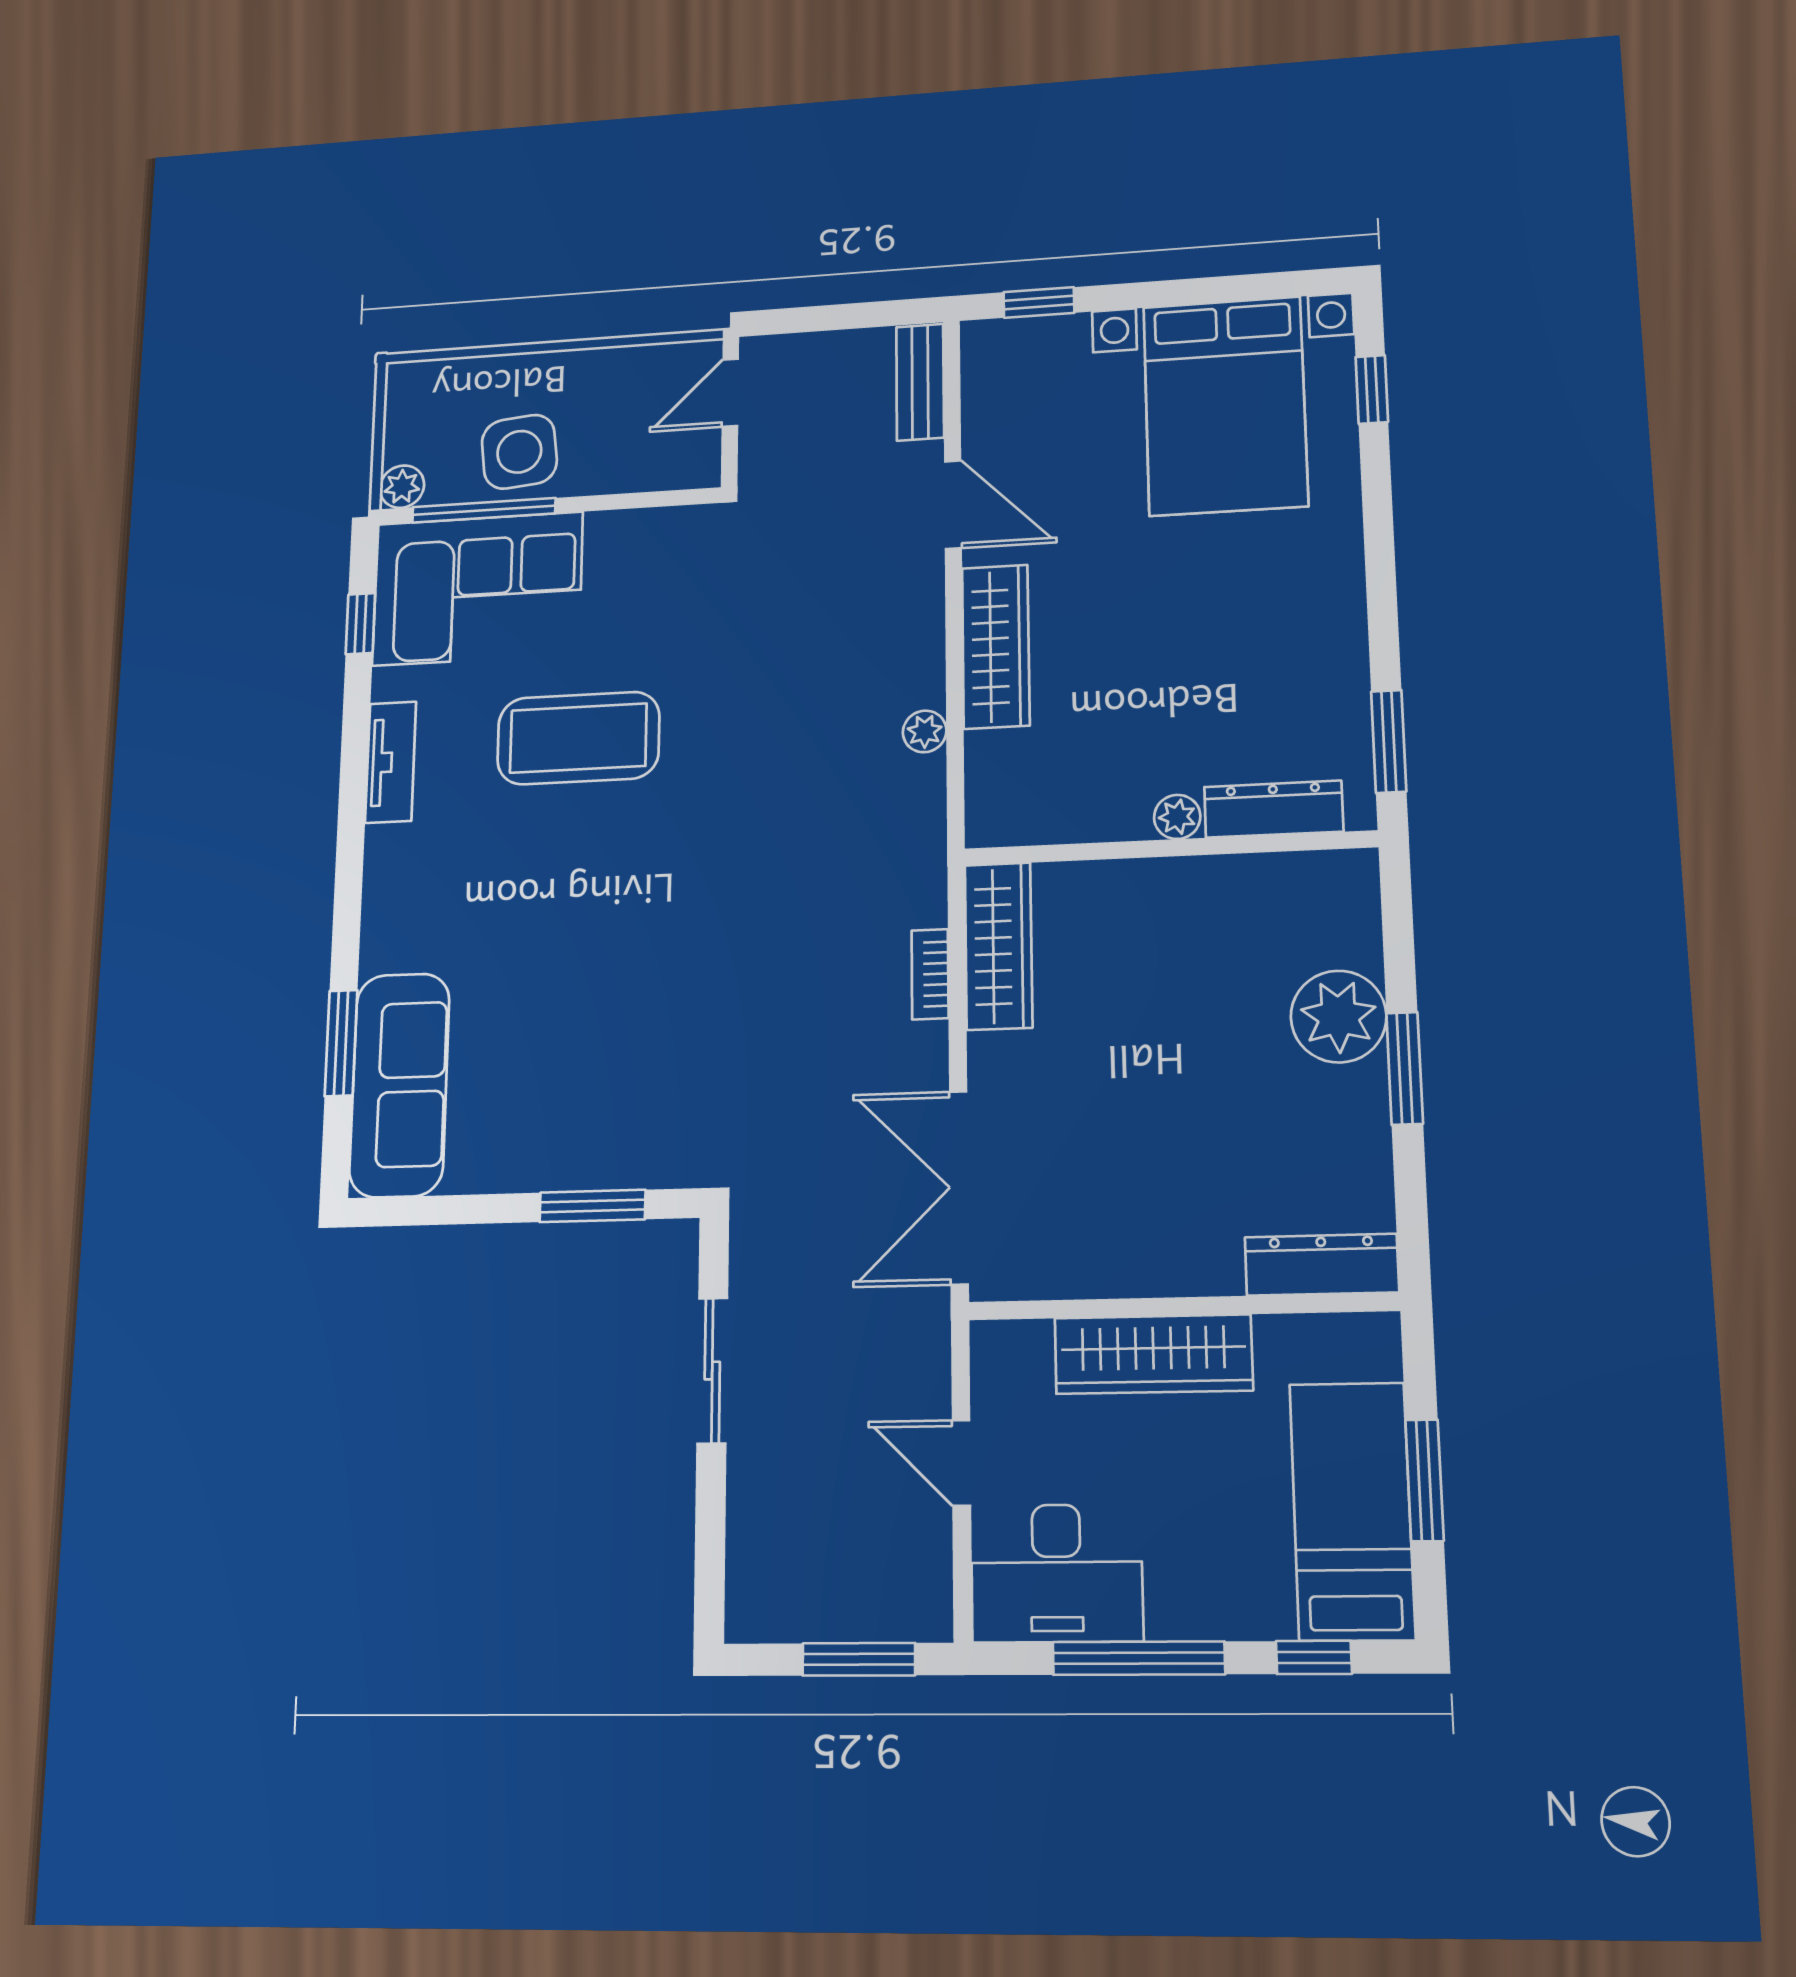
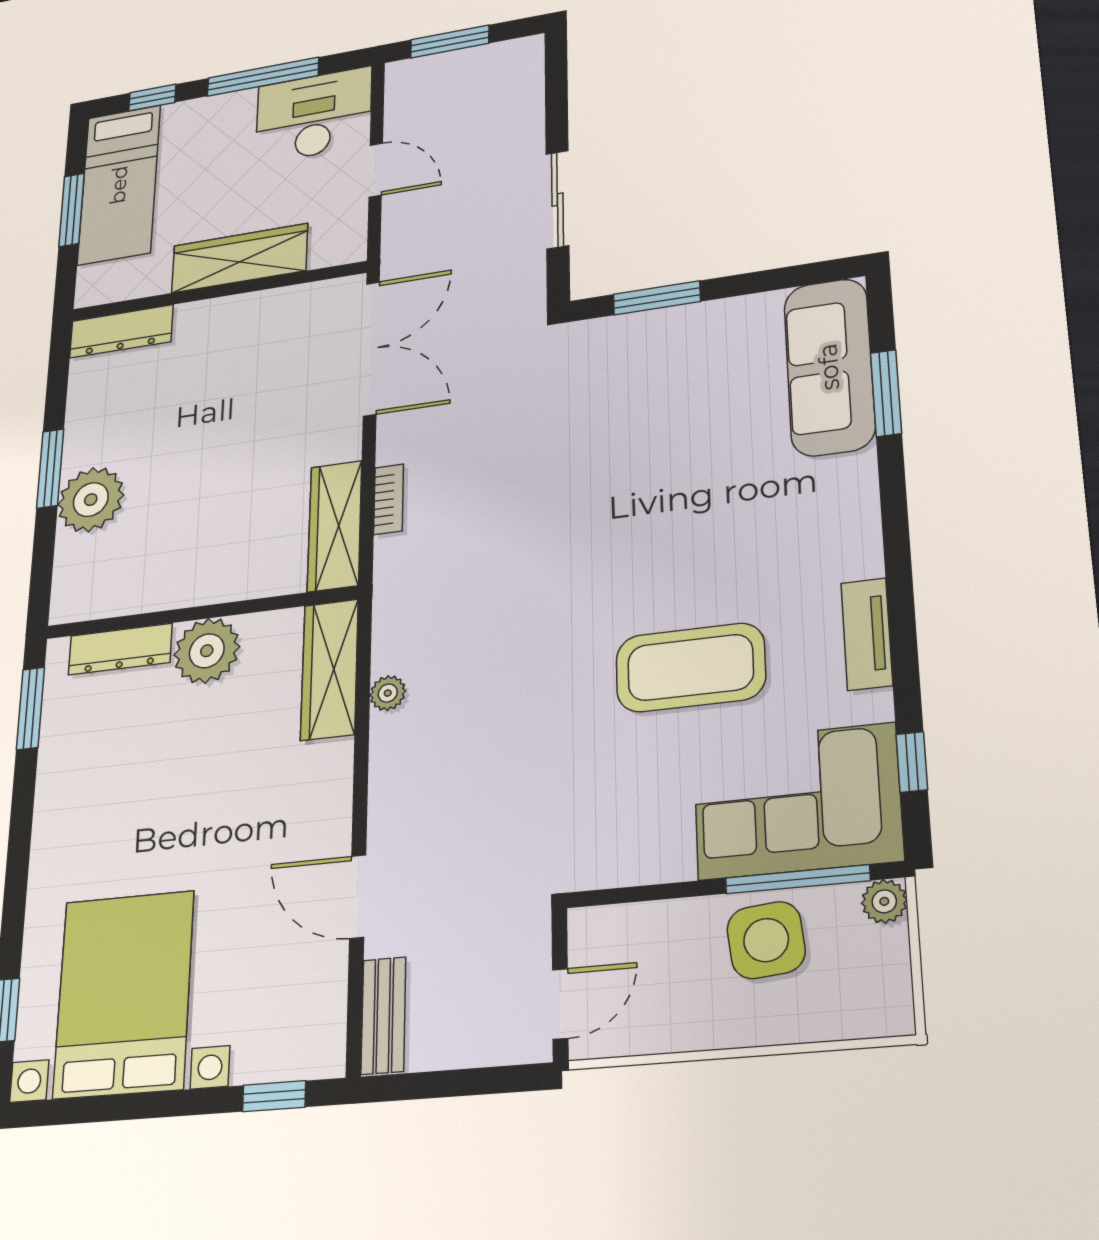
wardrobe: (996, 647) -> (330, 669), moved
plant: (1177, 817) -> (207, 651), width x1.87, depth x1.87

